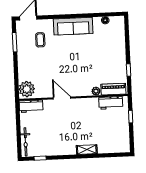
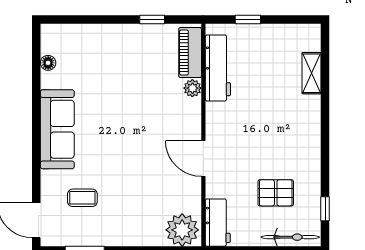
door: (62, 98) -> (203, 159), hinge flipped
workbench: (111, 103) -> (218, 68), width x1.38
pallet: (47, 134) -> (276, 193), added
shelving: (87, 150) -> (312, 73), moved

